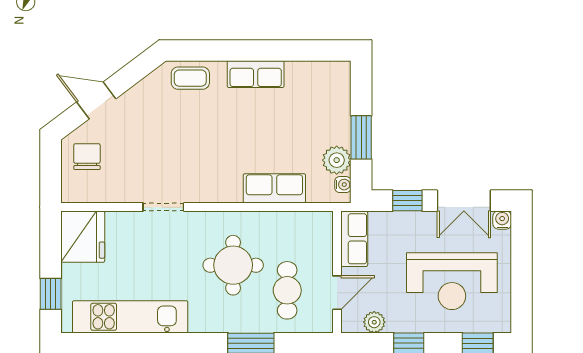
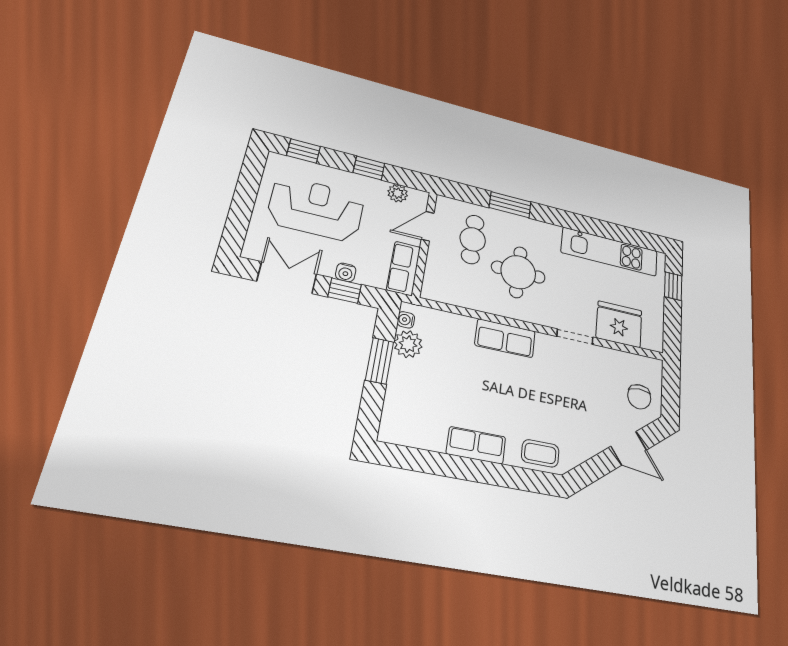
row of seats: (274, 188) -> (505, 338), moved
water cooler: (502, 220) -> (346, 272), moved
fridge: (83, 237) -> (619, 324), moved, turned 90

